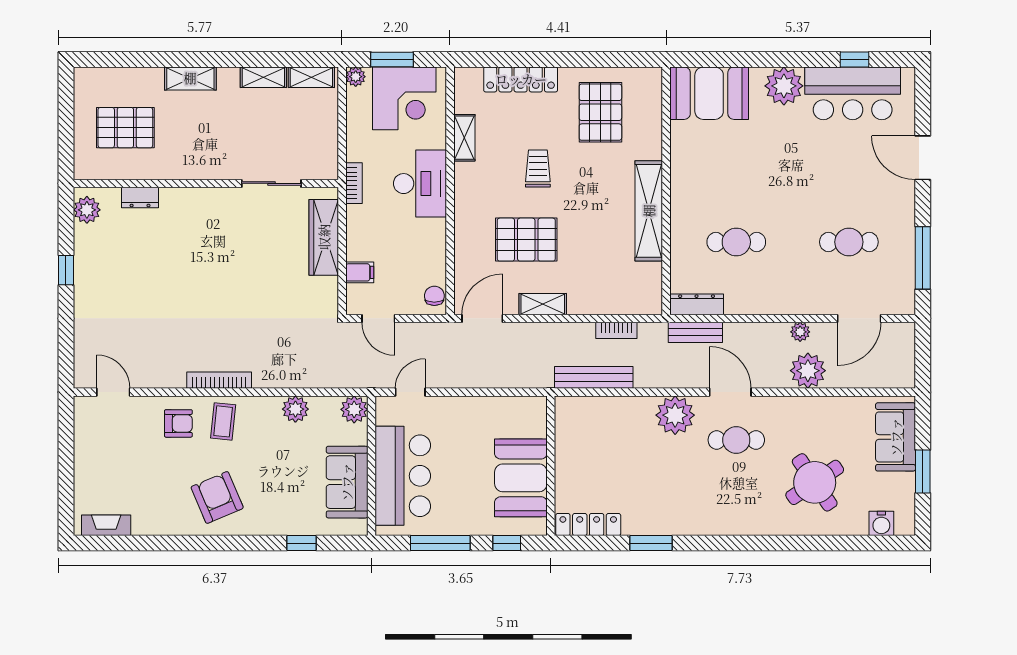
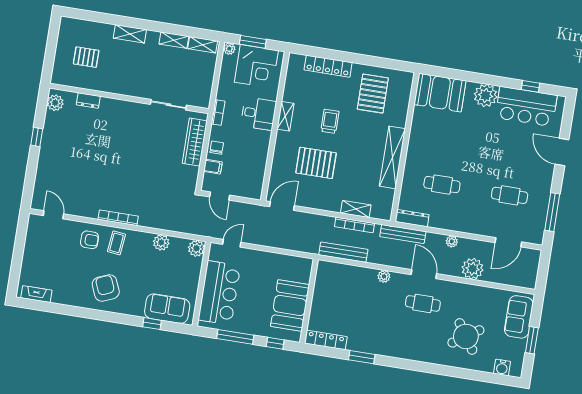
pallet: (125, 128) -> (86, 57), width x0.67, depth x0.71
shelving: (464, 138) -> (285, 116), moved
desk: (420, 184) -> (259, 114), width x0.73
chair: (434, 296) -> (217, 148), moved
shelving: (543, 304) -> (356, 209), moved
bookcase: (616, 330) -> (355, 225), width x1.56
bench: (695, 332) -> (403, 234), width x1.36
plant: (800, 332) -> (452, 241), moved
plant: (675, 415) -> (384, 276), width x0.53, depth x0.53
sofa: (347, 482) -> (167, 309), moved, turned 90

